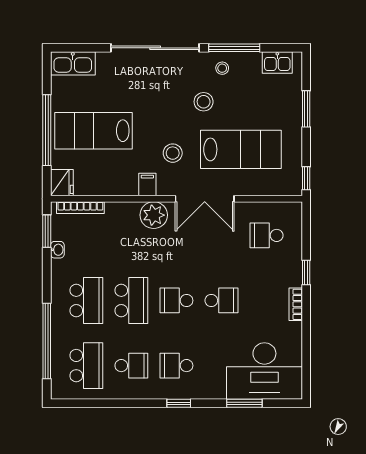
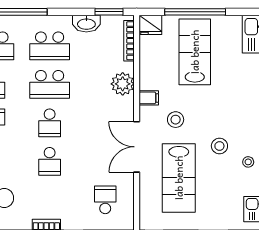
plant: (154, 215) -> (123, 84), moved
washbasin: (57, 250) -> (86, 24), width x1.91, depth x1.45
school desk: (176, 300) -> (50, 123), turned 180

